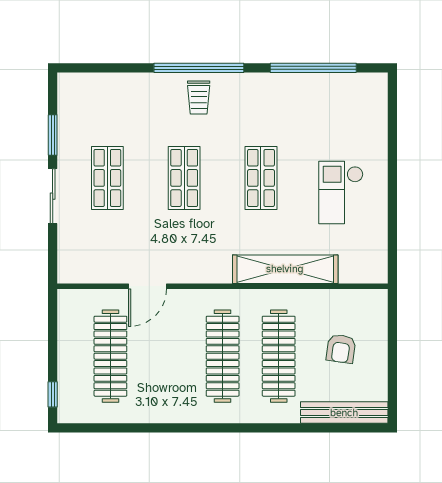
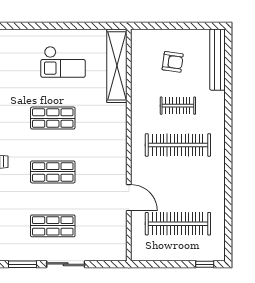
shelving: (285, 269) -> (117, 66), moved
clothes rail: (279, 356) -> (178, 106), width x0.54, depth x0.76

